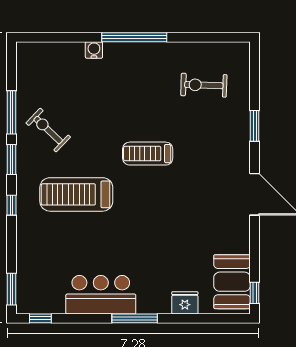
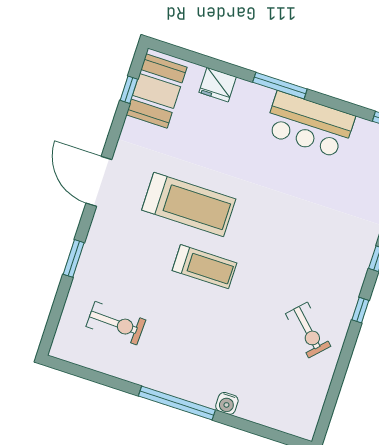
window: (11, 112) -> (343, 363), removed
window: (11, 160) -> (360, 310), width x0.67
treadmill: (76, 194) -> (189, 205), moved
window: (255, 293) -> (129, 90), moved

